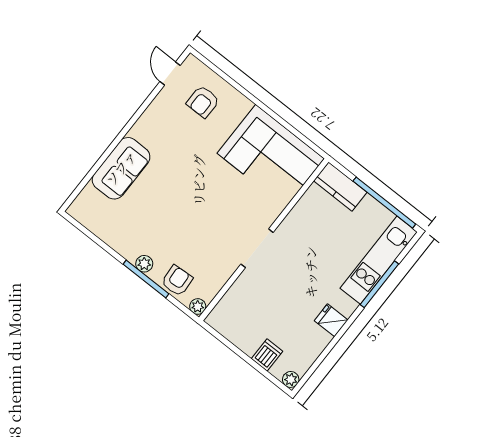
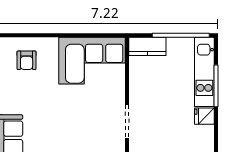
fridge: (331, 320) -> (204, 116), moved

